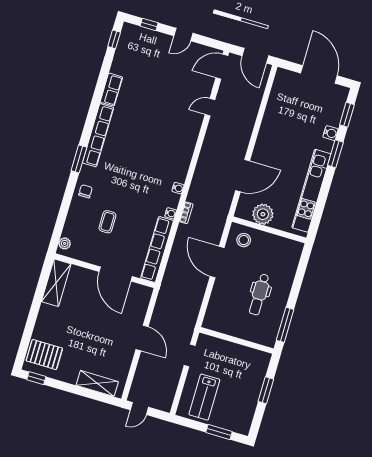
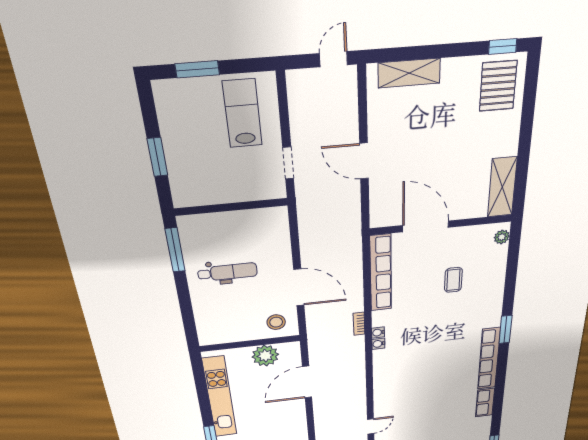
chair: (86, 191) -> (489, 301), removed
water cooler: (171, 213) -> (378, 333), moved
dental chair: (259, 294) -> (228, 272), turned 90
pallet: (44, 355) -> (498, 86), turned 90

